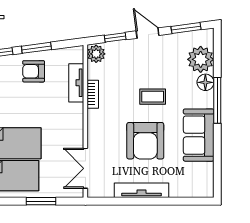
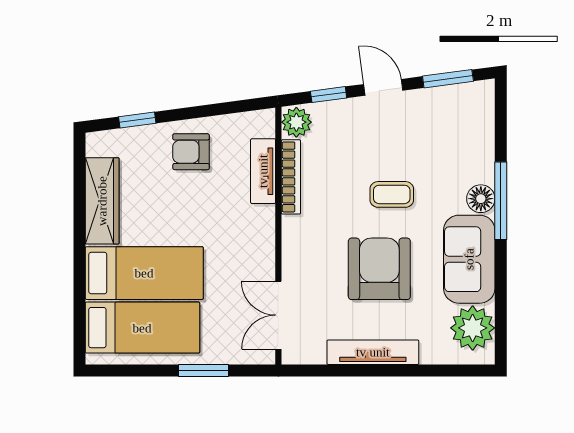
window: (36, 48) -> (196, 112), removed
plant: (201, 59) -> (473, 328), moved
floor lamp: (205, 82) -> (481, 199), moved
bookcase: (93, 94) -> (291, 177), width x1.56
armchair: (145, 141) -> (379, 269), turned 180

